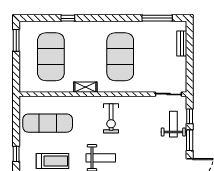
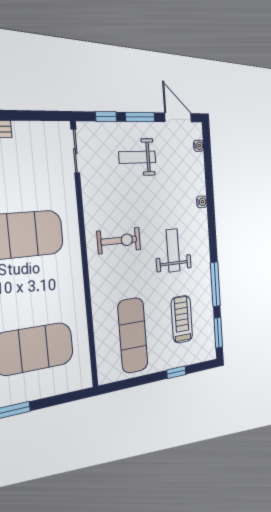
shelving: (85, 87) -> (76, 286), removed
weight bench: (173, 124) -> (137, 157), moved

